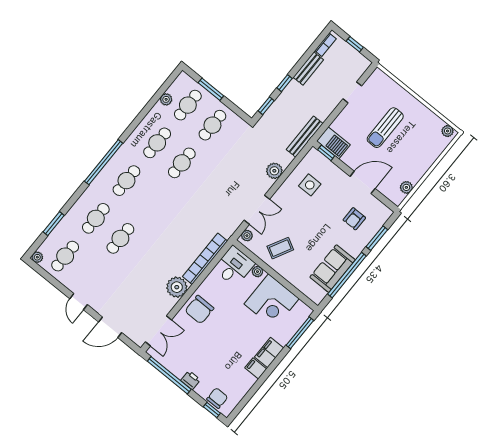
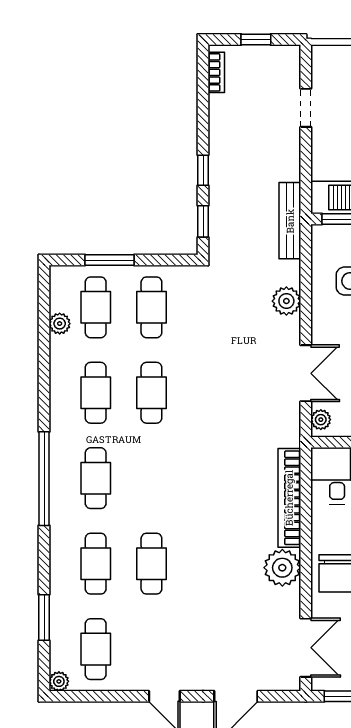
bench: (308, 68) -> (219, 124), removed

